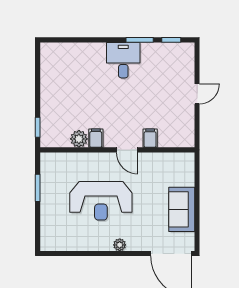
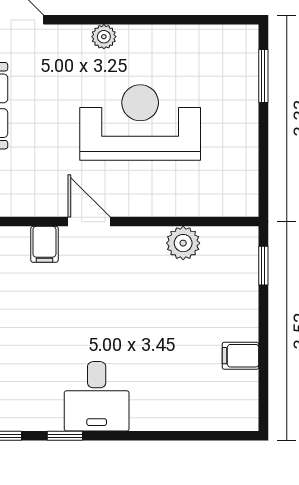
window: (140, 40) -> (65, 436), width x0.67
filing cabinet: (96, 138) -> (241, 356), moved, turned 90
window: (38, 188) -> (263, 76), moved

